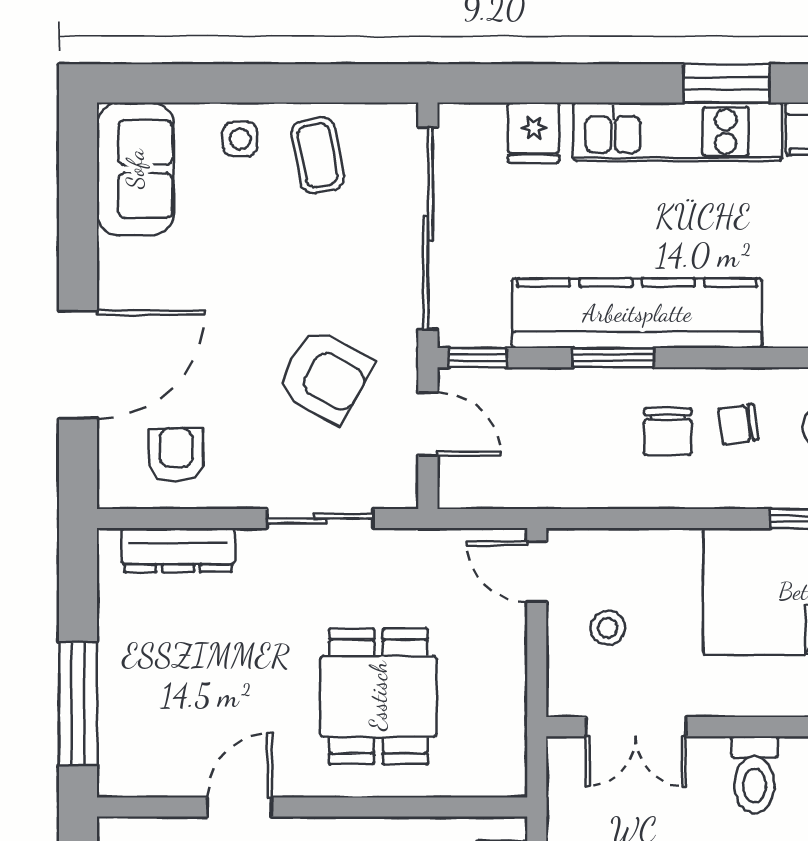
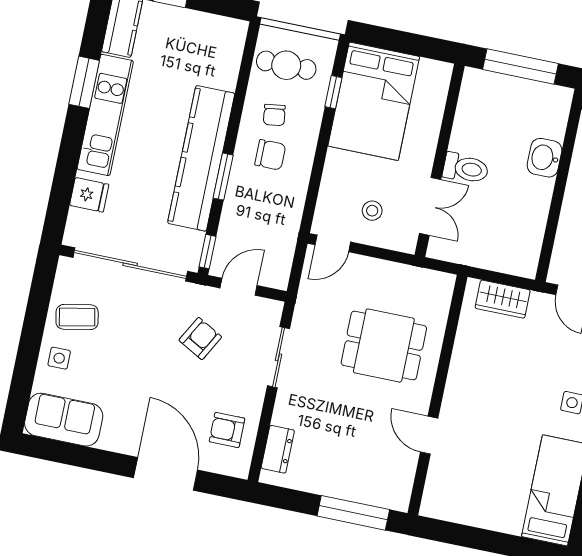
armchair: (325, 376) -> (200, 338), width x0.72, depth x0.72
dresser: (178, 550) -> (278, 449), width x0.70
toilet: (754, 775) -> (466, 168), moved

